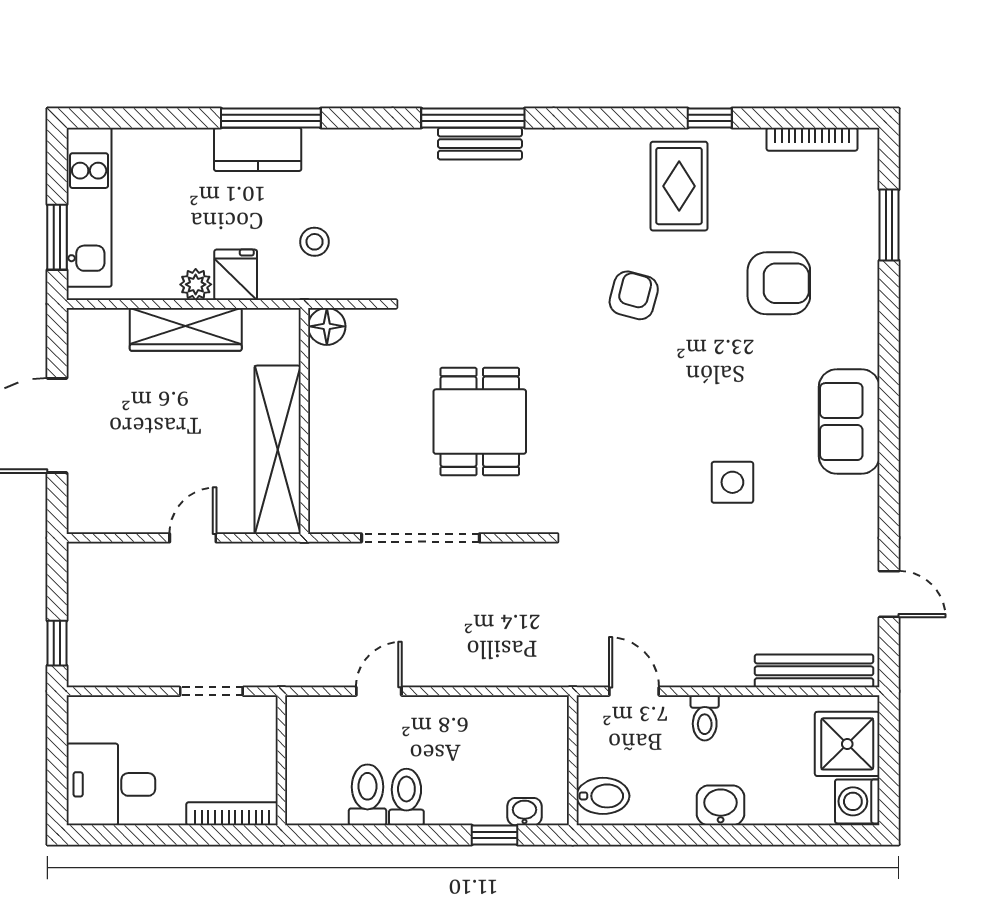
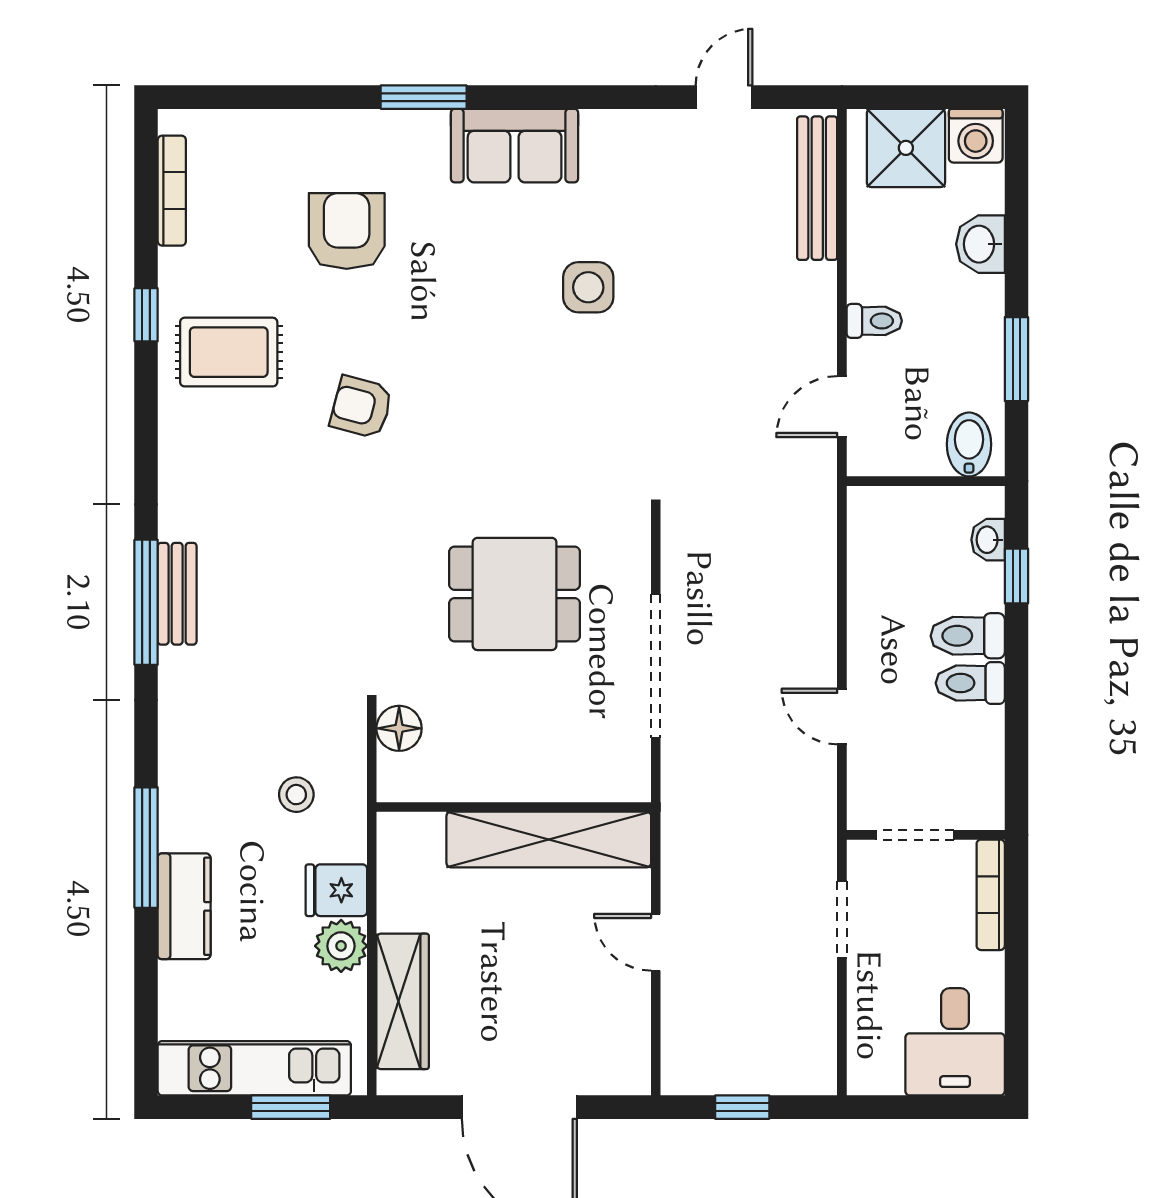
kitchen counter: (258, 149) -> (184, 906), moved
window: (889, 225) -> (424, 97), moved
plant: (196, 284) -> (341, 946), width x1.38, depth x1.38
floor lamp: (327, 326) -> (399, 728), moved
wardrobe: (186, 329) -> (403, 1001), moved
window: (57, 643) -> (742, 1107), moved
doorway: (281, 752) -> (915, 835), added
toilet: (367, 795) -> (968, 636), moved
washbasin: (721, 805) -> (980, 244), moved
window: (673, 835) -> (1016, 359), added

